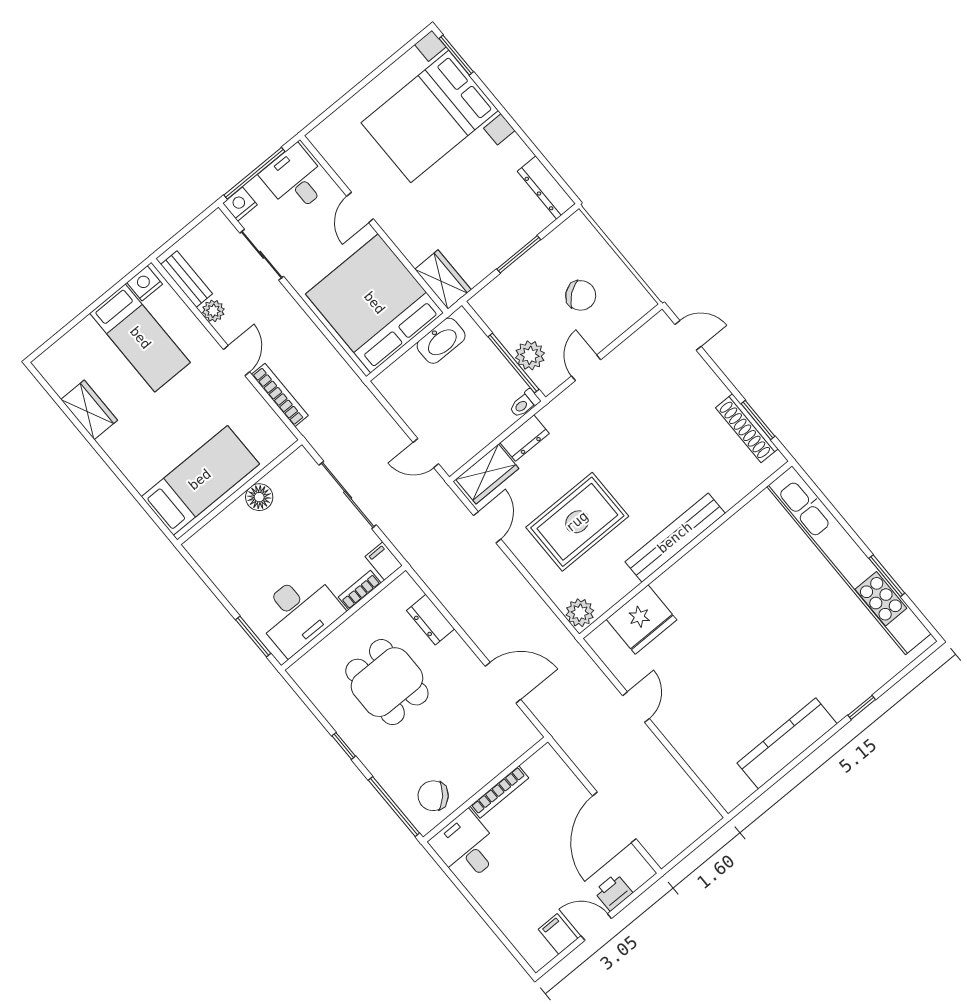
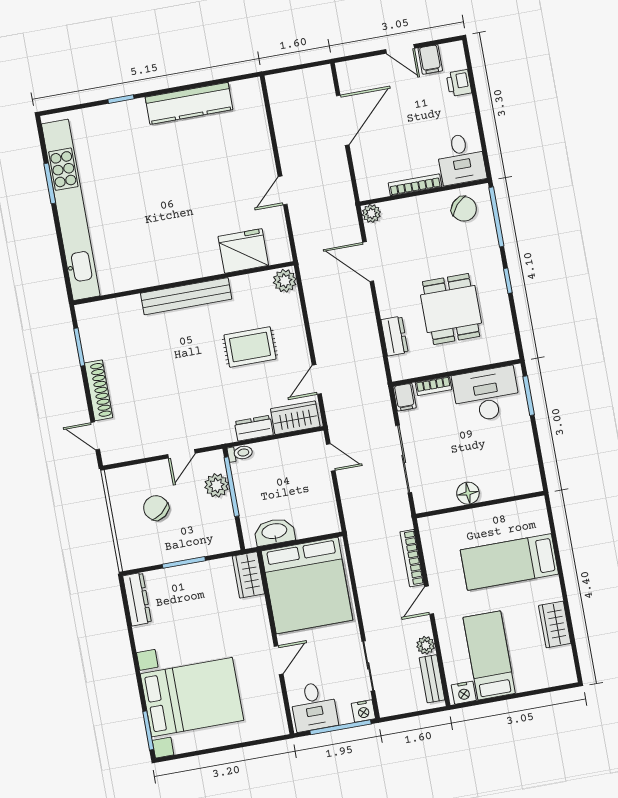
shoe rack: (747, 428) -> (99, 390), moved
bed: (200, 480) -> (509, 562), moved
rug: (577, 522) -> (250, 347), width x0.73, depth x0.70
plant: (528, 736) -> (371, 213), added
printer: (613, 892) -> (459, 83), moved, turned 90

